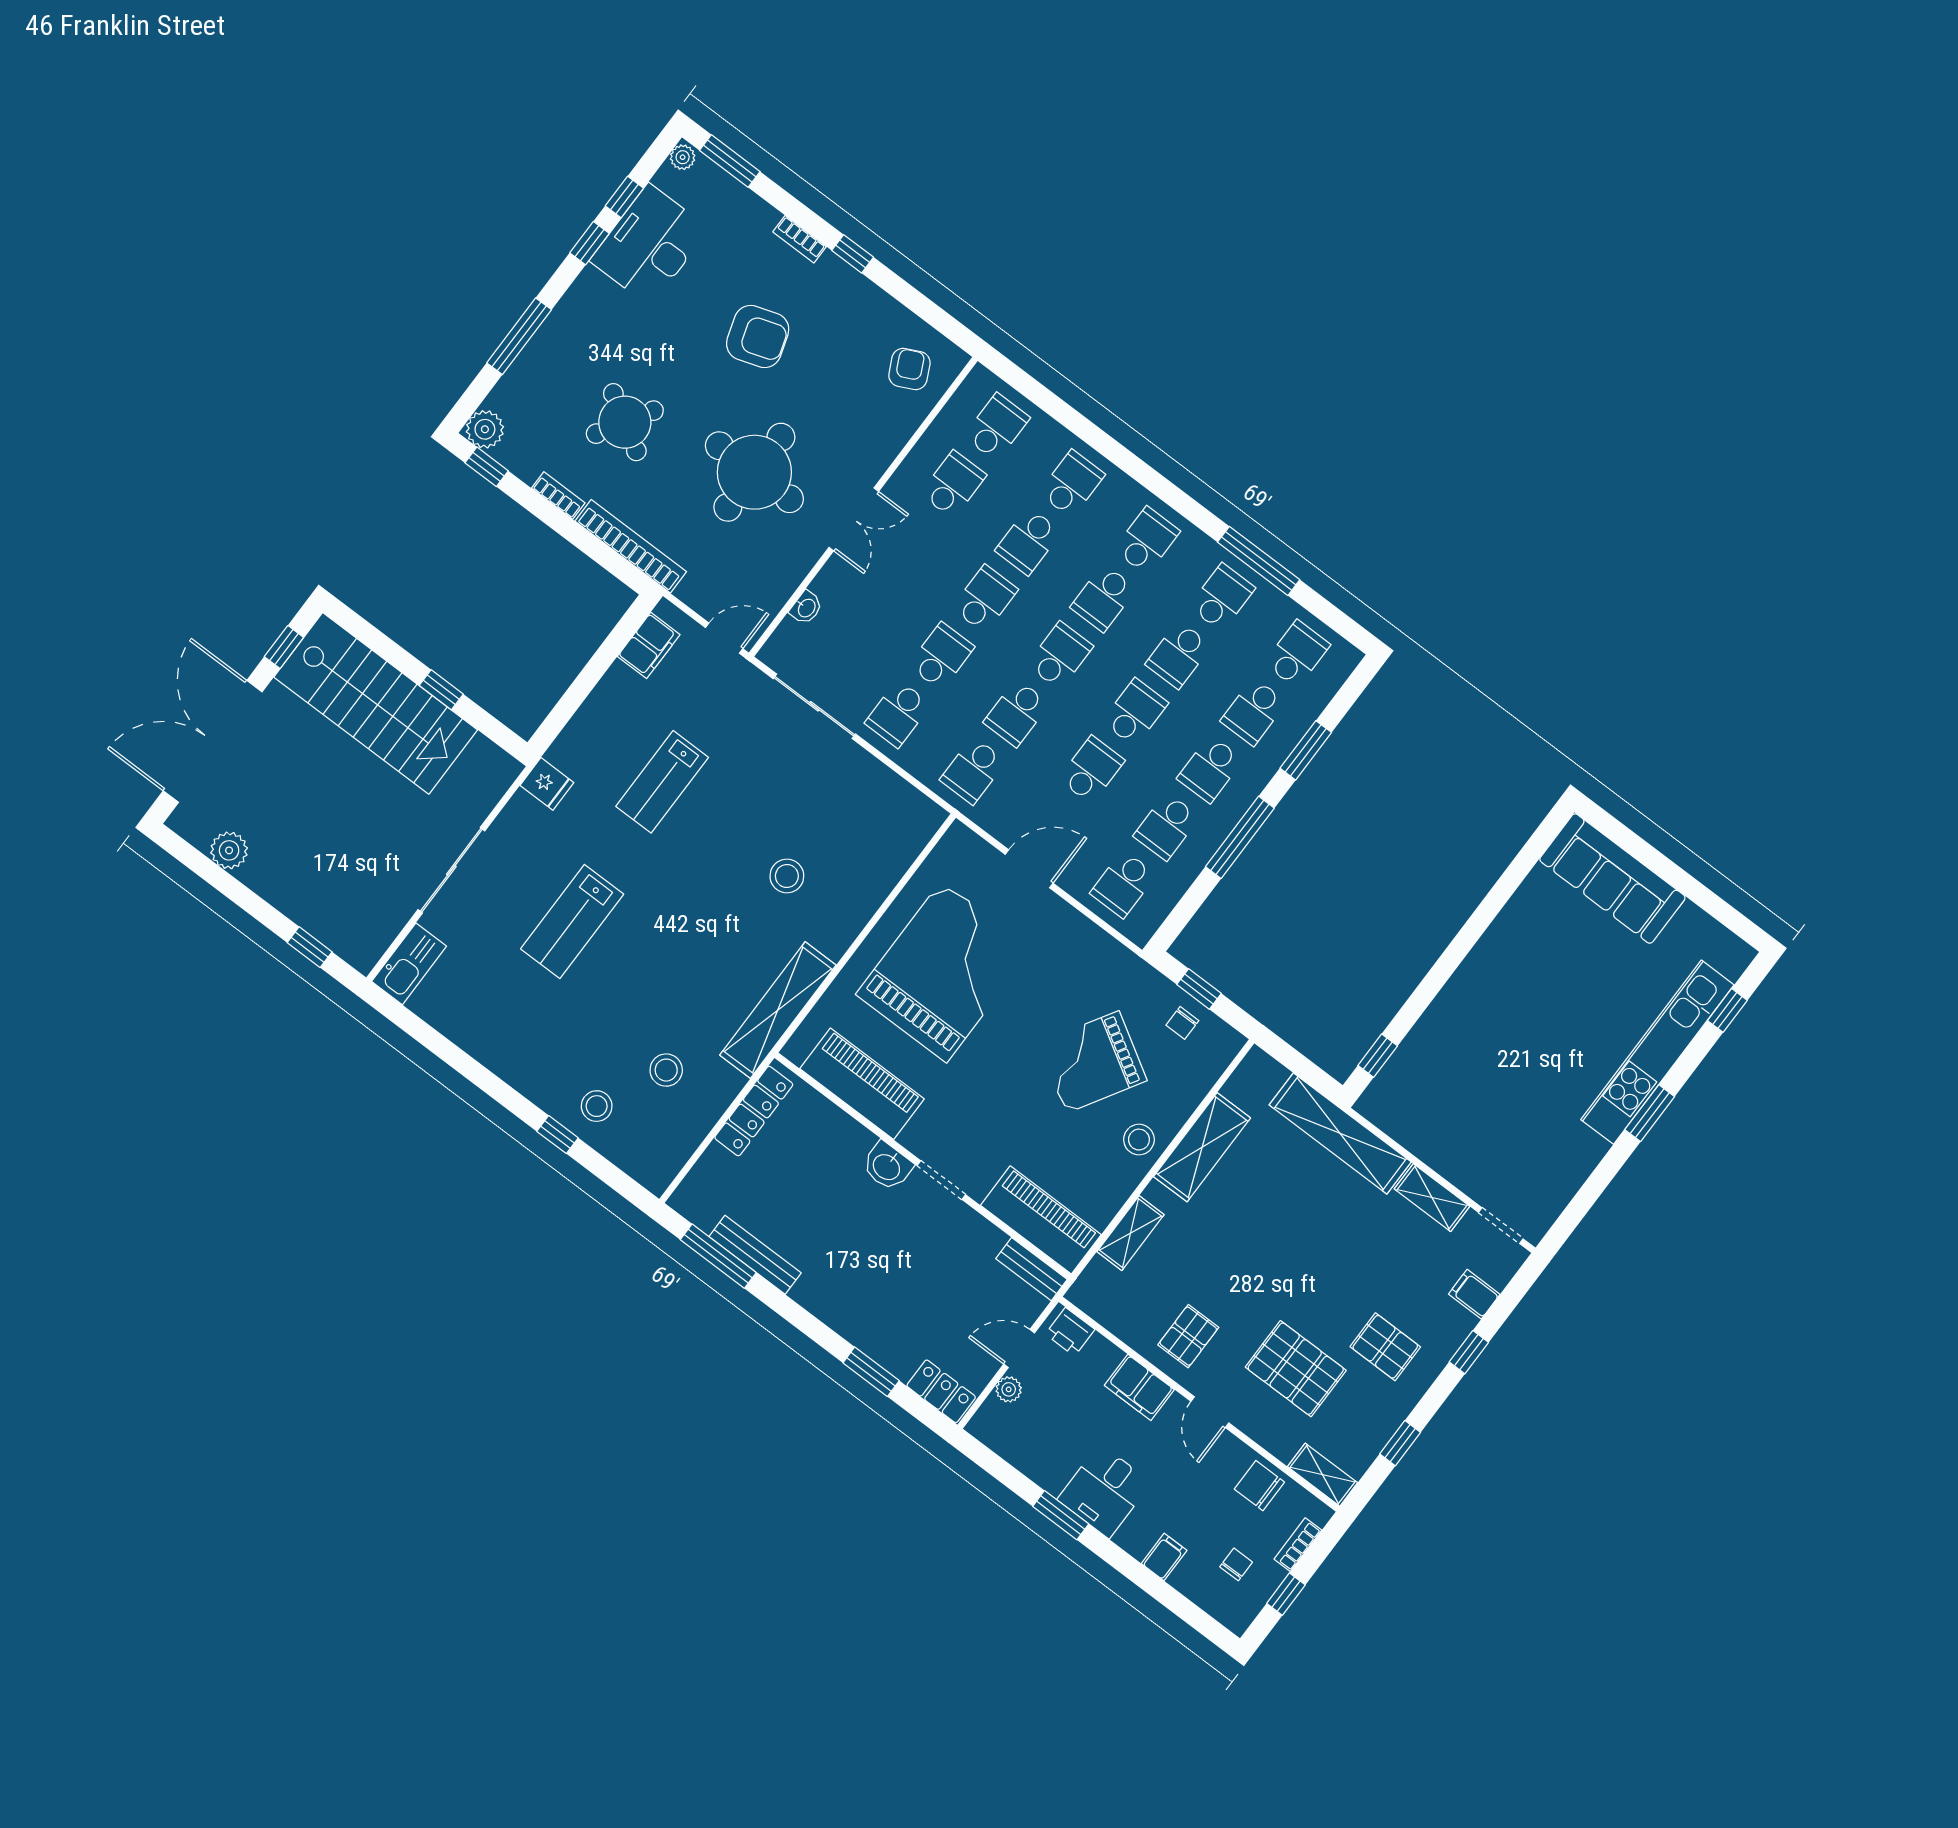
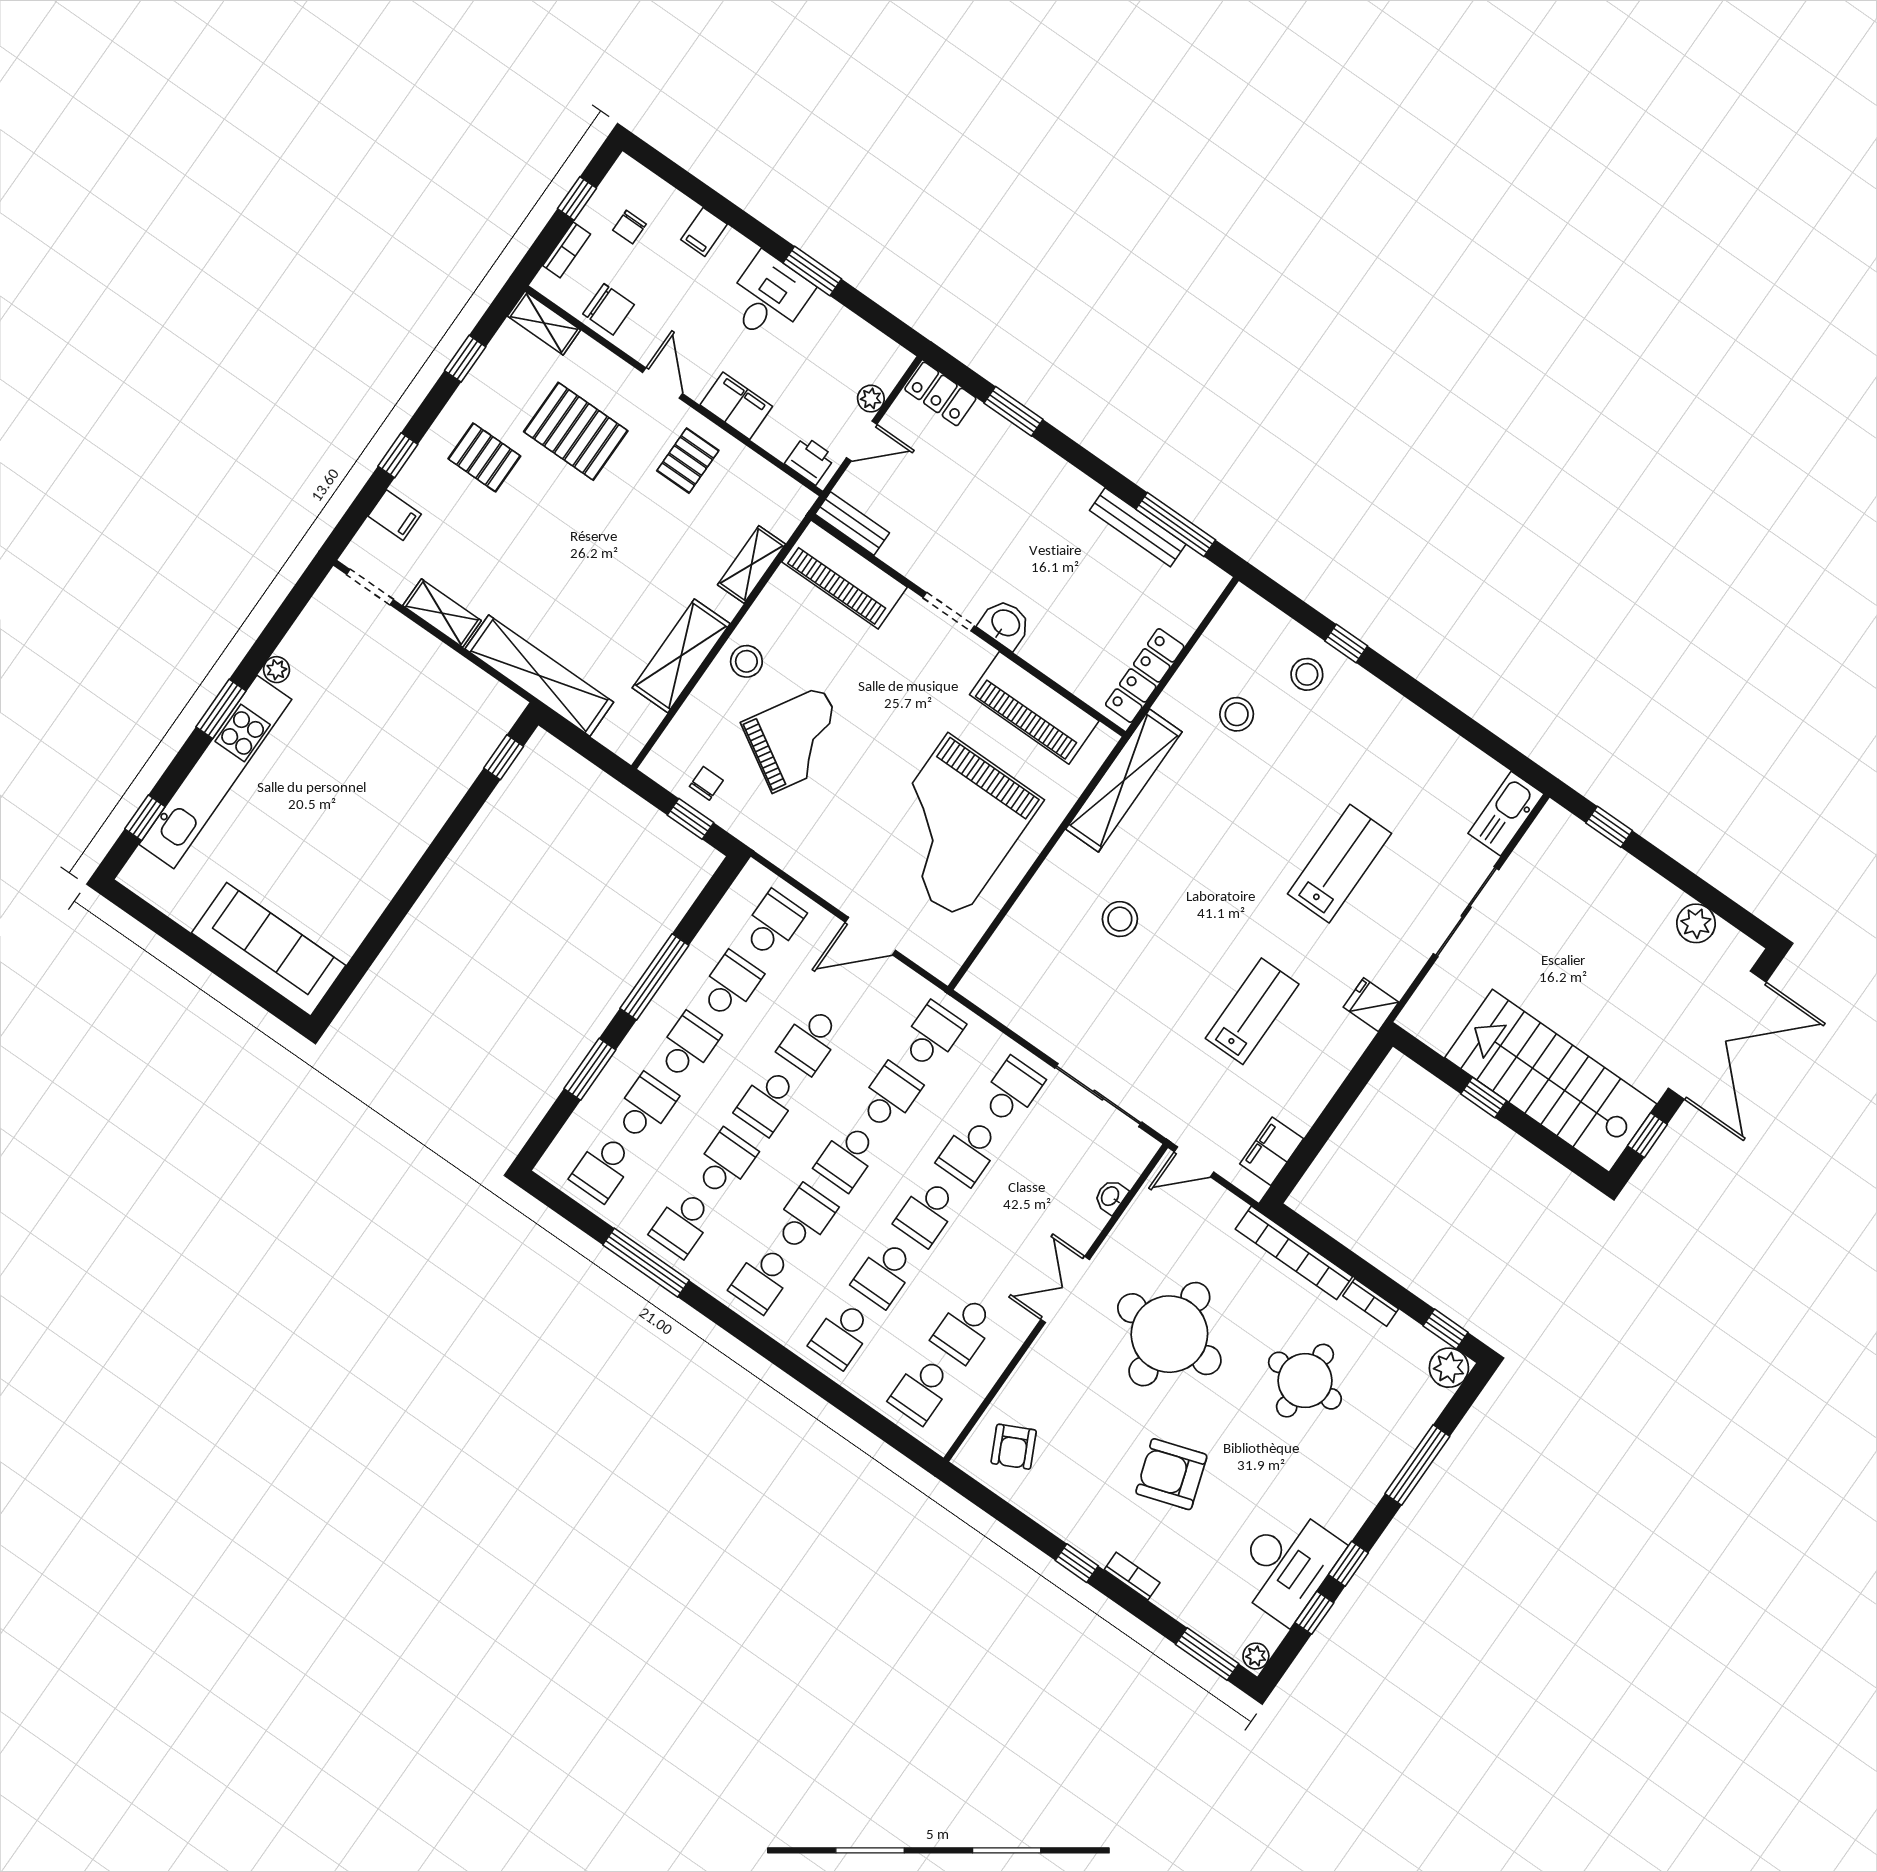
round table: (625, 422) -> (1305, 1381), turned -31
school desk: (1028, 541) -> (884, 1274), turned 180
plant: (1594, 1149) -> (277, 670), added

